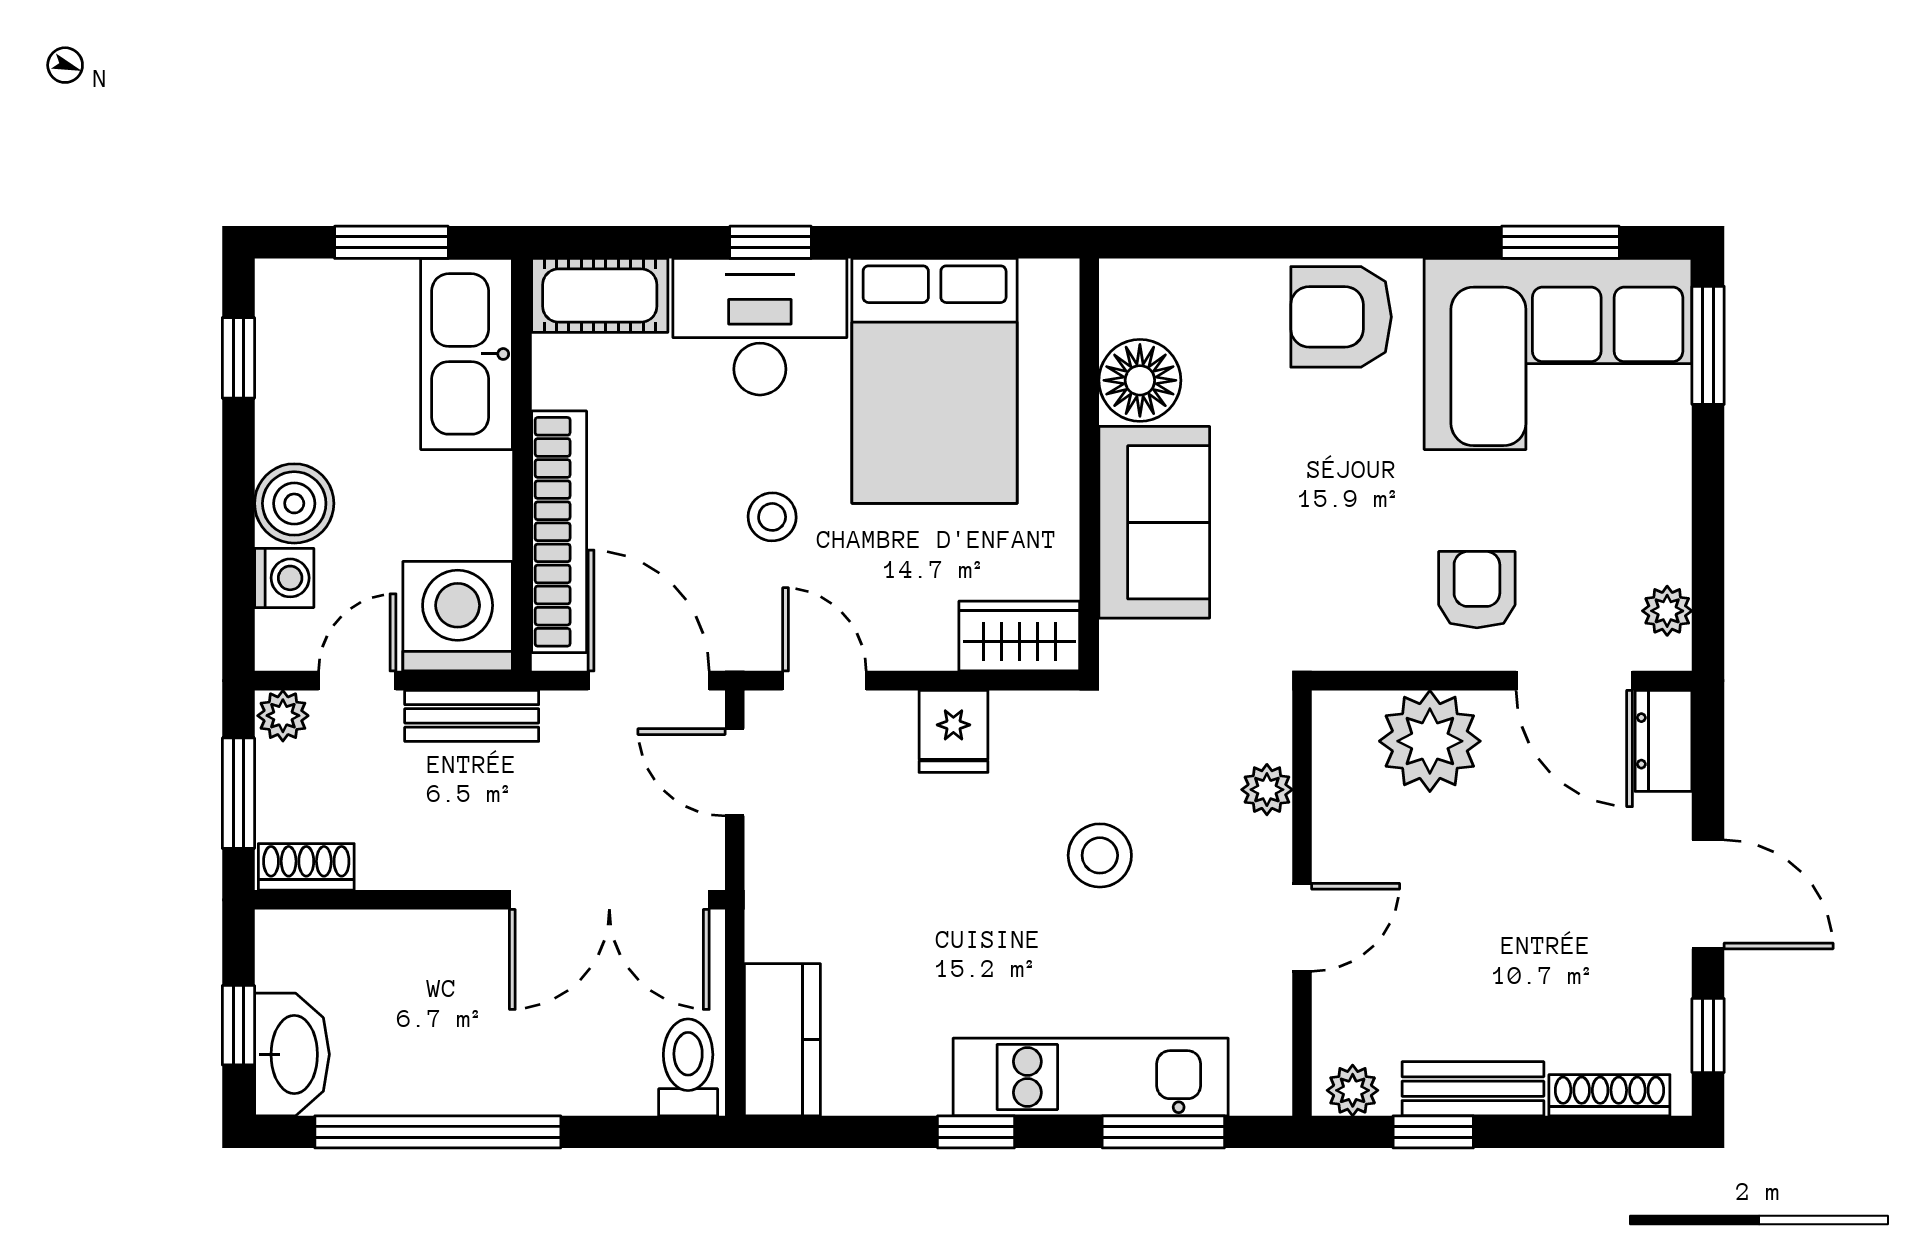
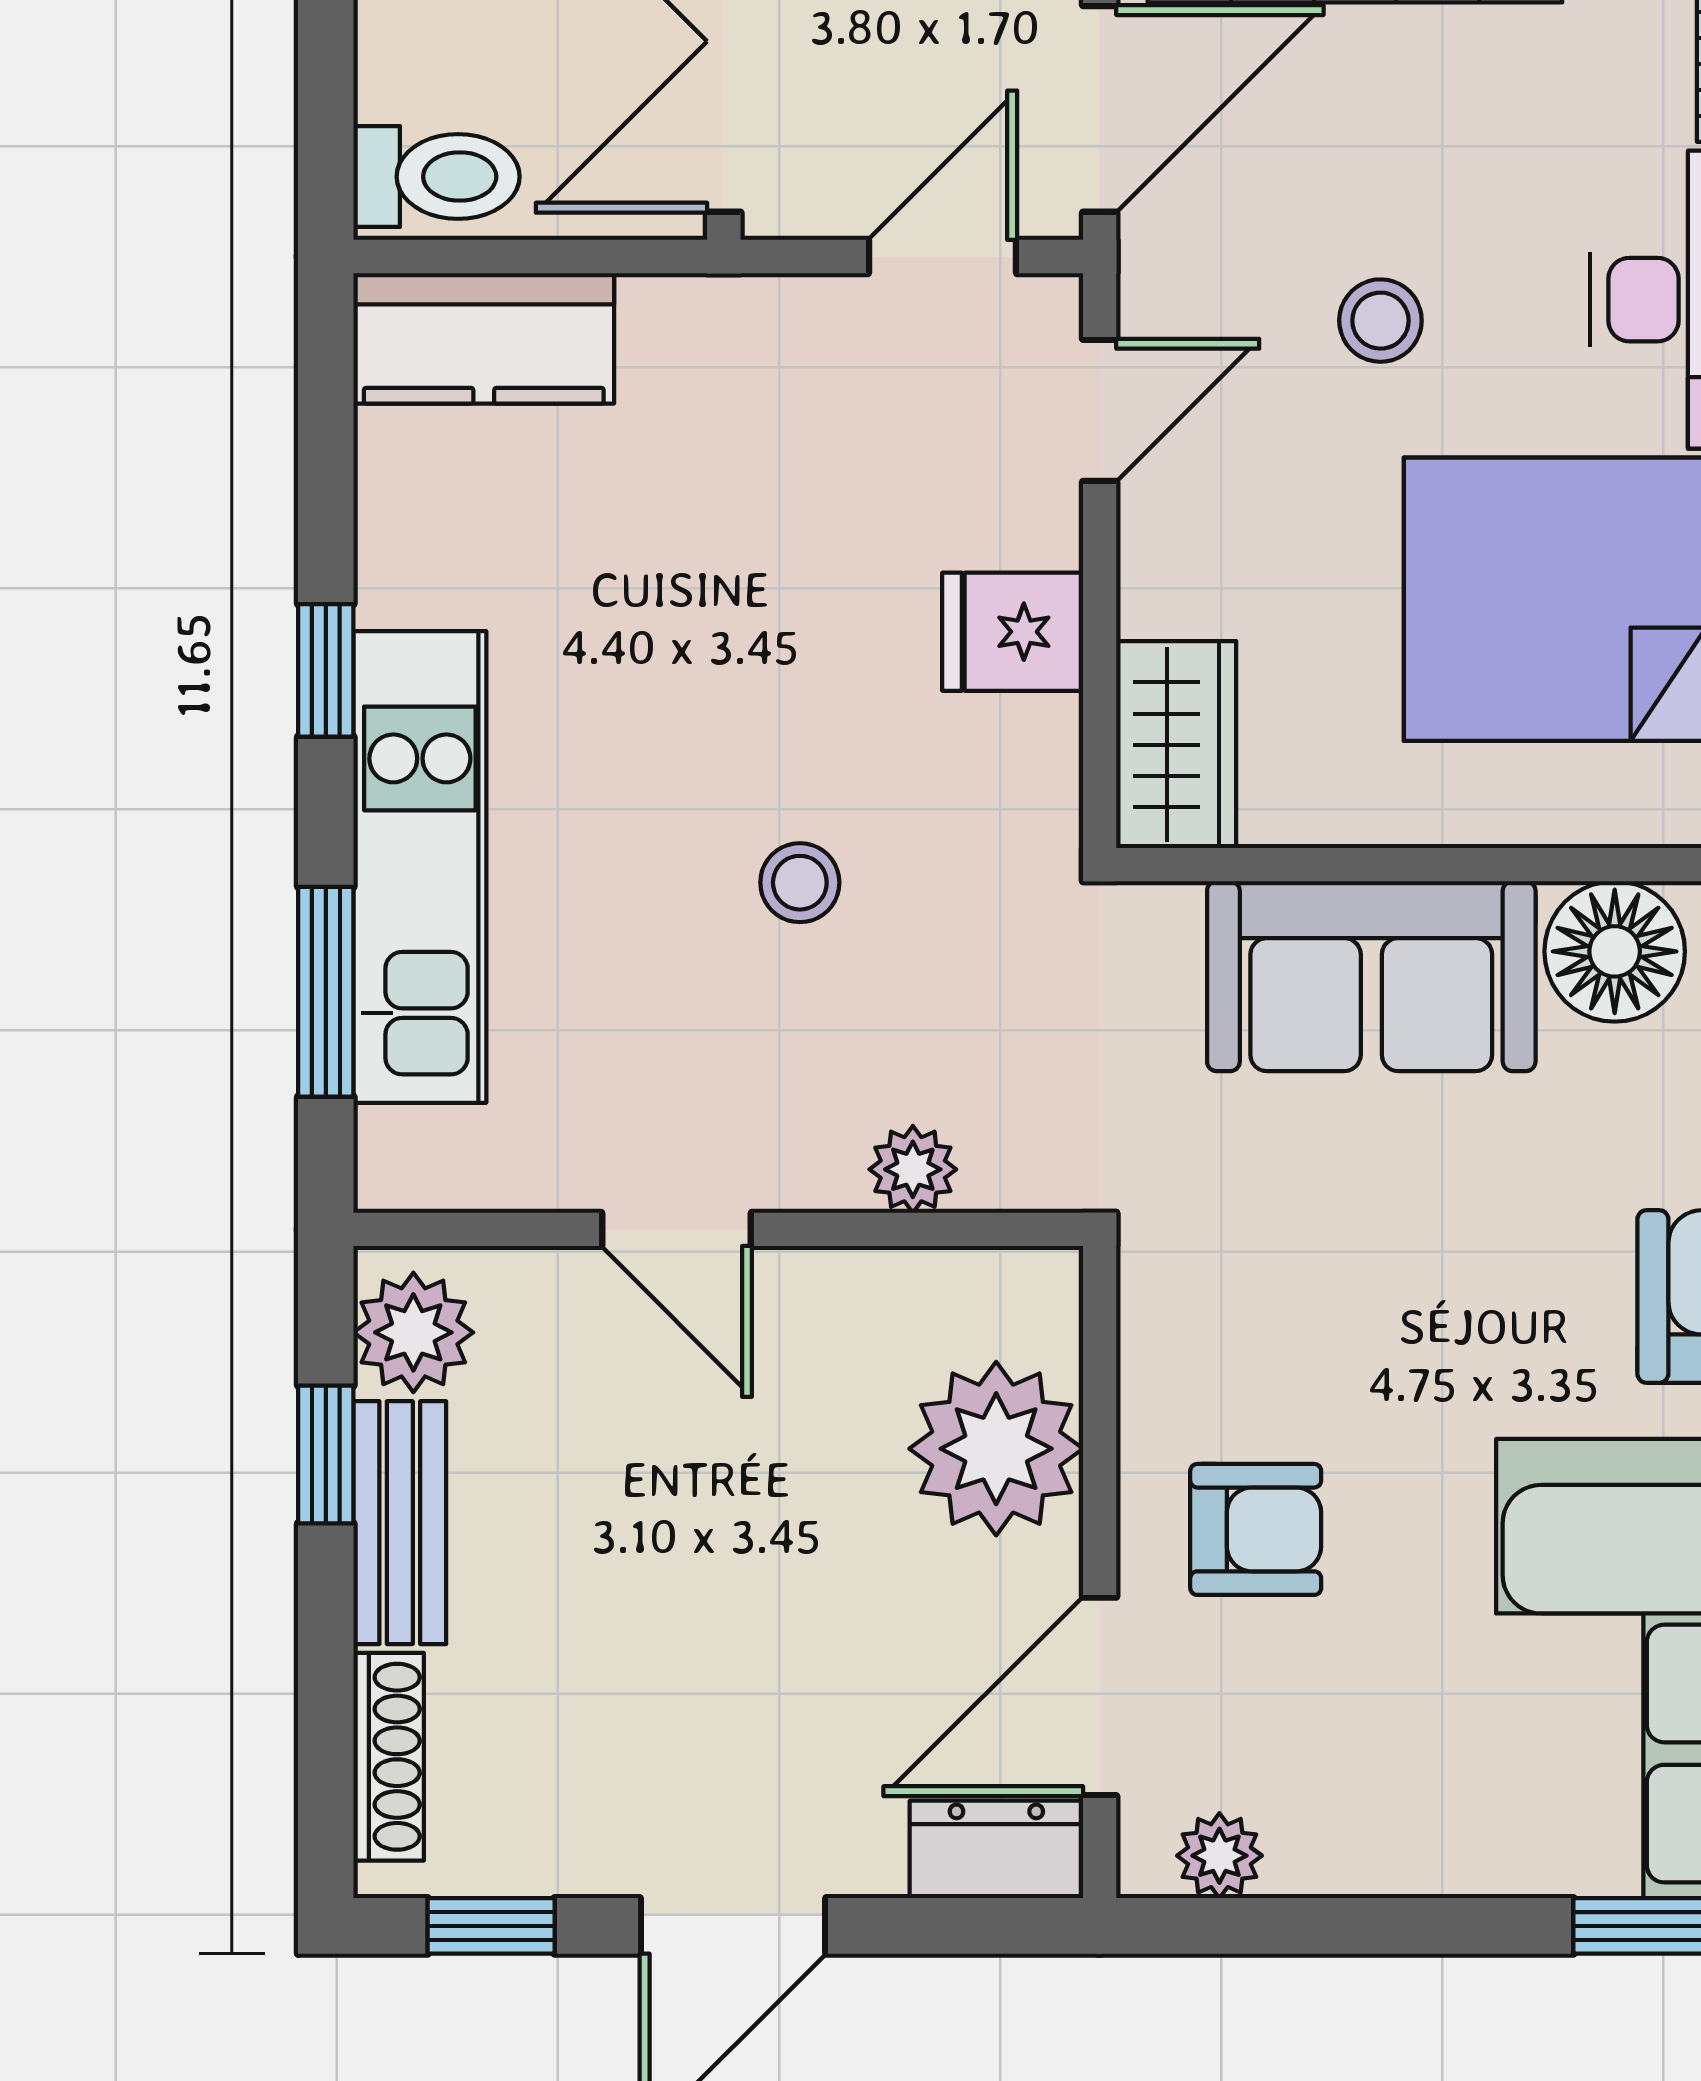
stool: (1100, 855) -> (800, 883), width x0.73, depth x0.73
plant: (1353, 1090) -> (413, 1332), width x1.38, depth x1.38

